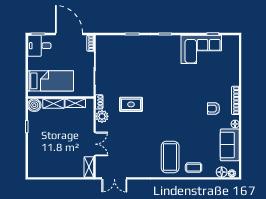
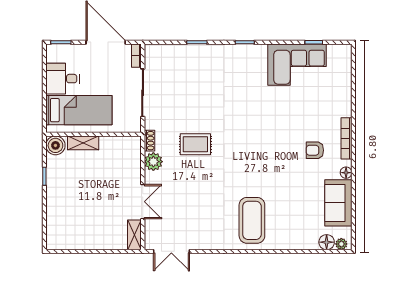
desk: (39, 46) -> (63, 79), moved
shelving: (75, 103) -> (115, 142), removed
coffee table: (194, 168) -> (286, 236), removed

